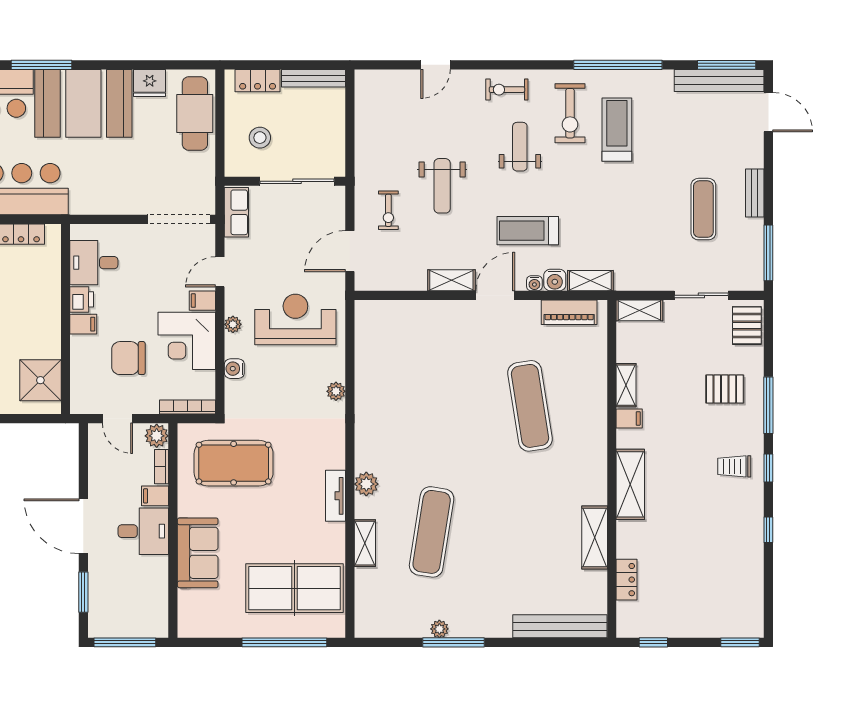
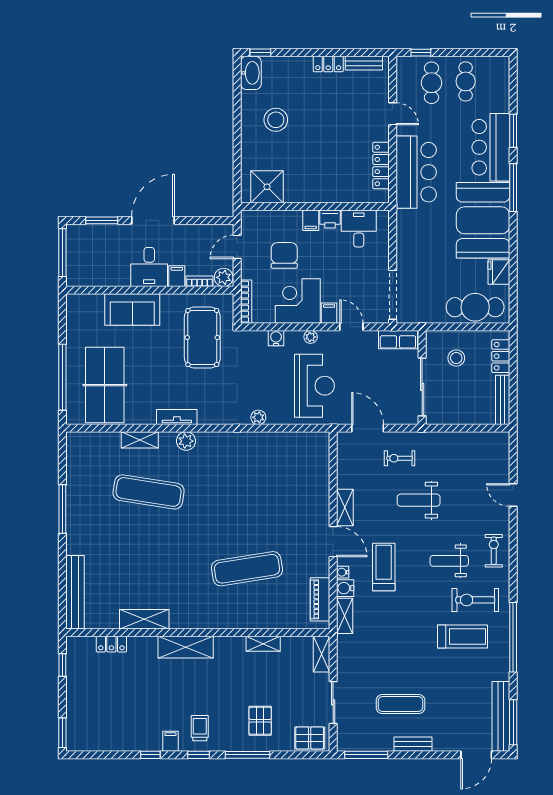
weight bench: (520, 147) -> (449, 561), turned 180
filing cabinet: (629, 418) -> (170, 741), moved, turned 180
plant: (439, 629) -> (73, 498), removed

